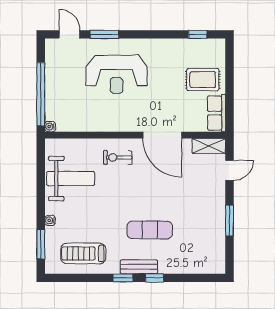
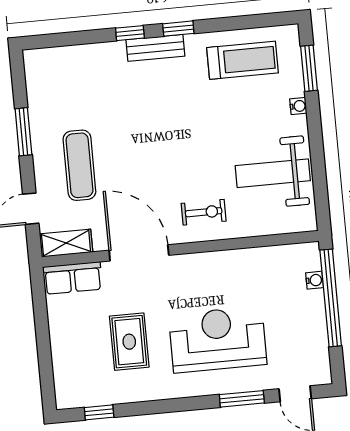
rug: (203, 80) -> (129, 342), moved, turned 90
row of seats: (216, 113) -> (73, 278), moved, turned 90
water cooler: (50, 127) -> (315, 280), moved
exercise mat: (150, 230) -> (79, 165), moved, turned 90

